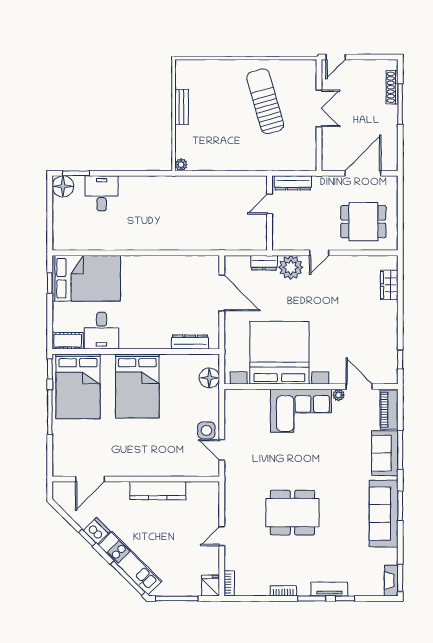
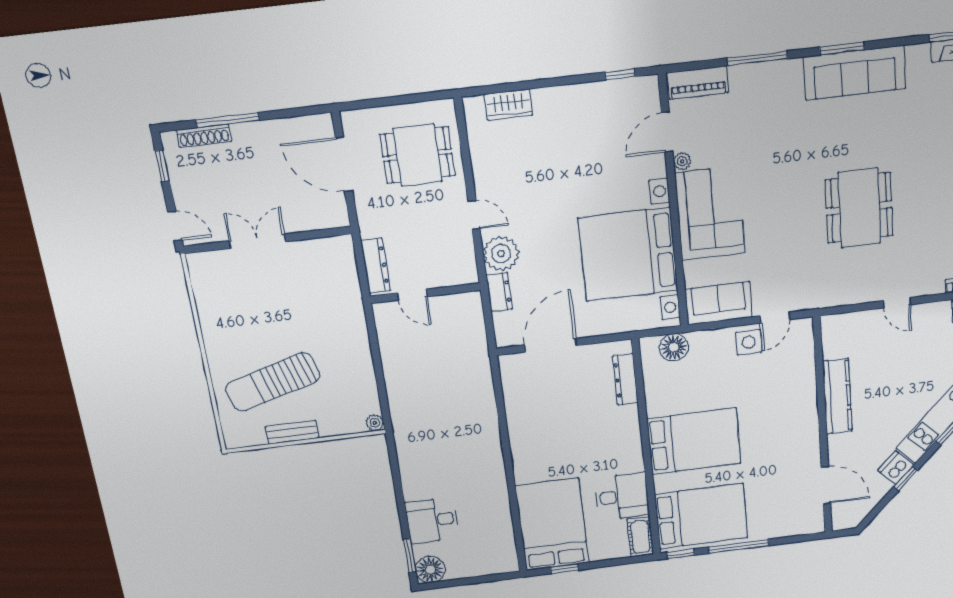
window: (376, 57) -> (162, 166), added
sun lounger: (265, 101) -> (273, 382), moved
dining table: (363, 222) -> (418, 155), turned 90
sofa: (385, 453) -> (719, 303), moved, turned 180

